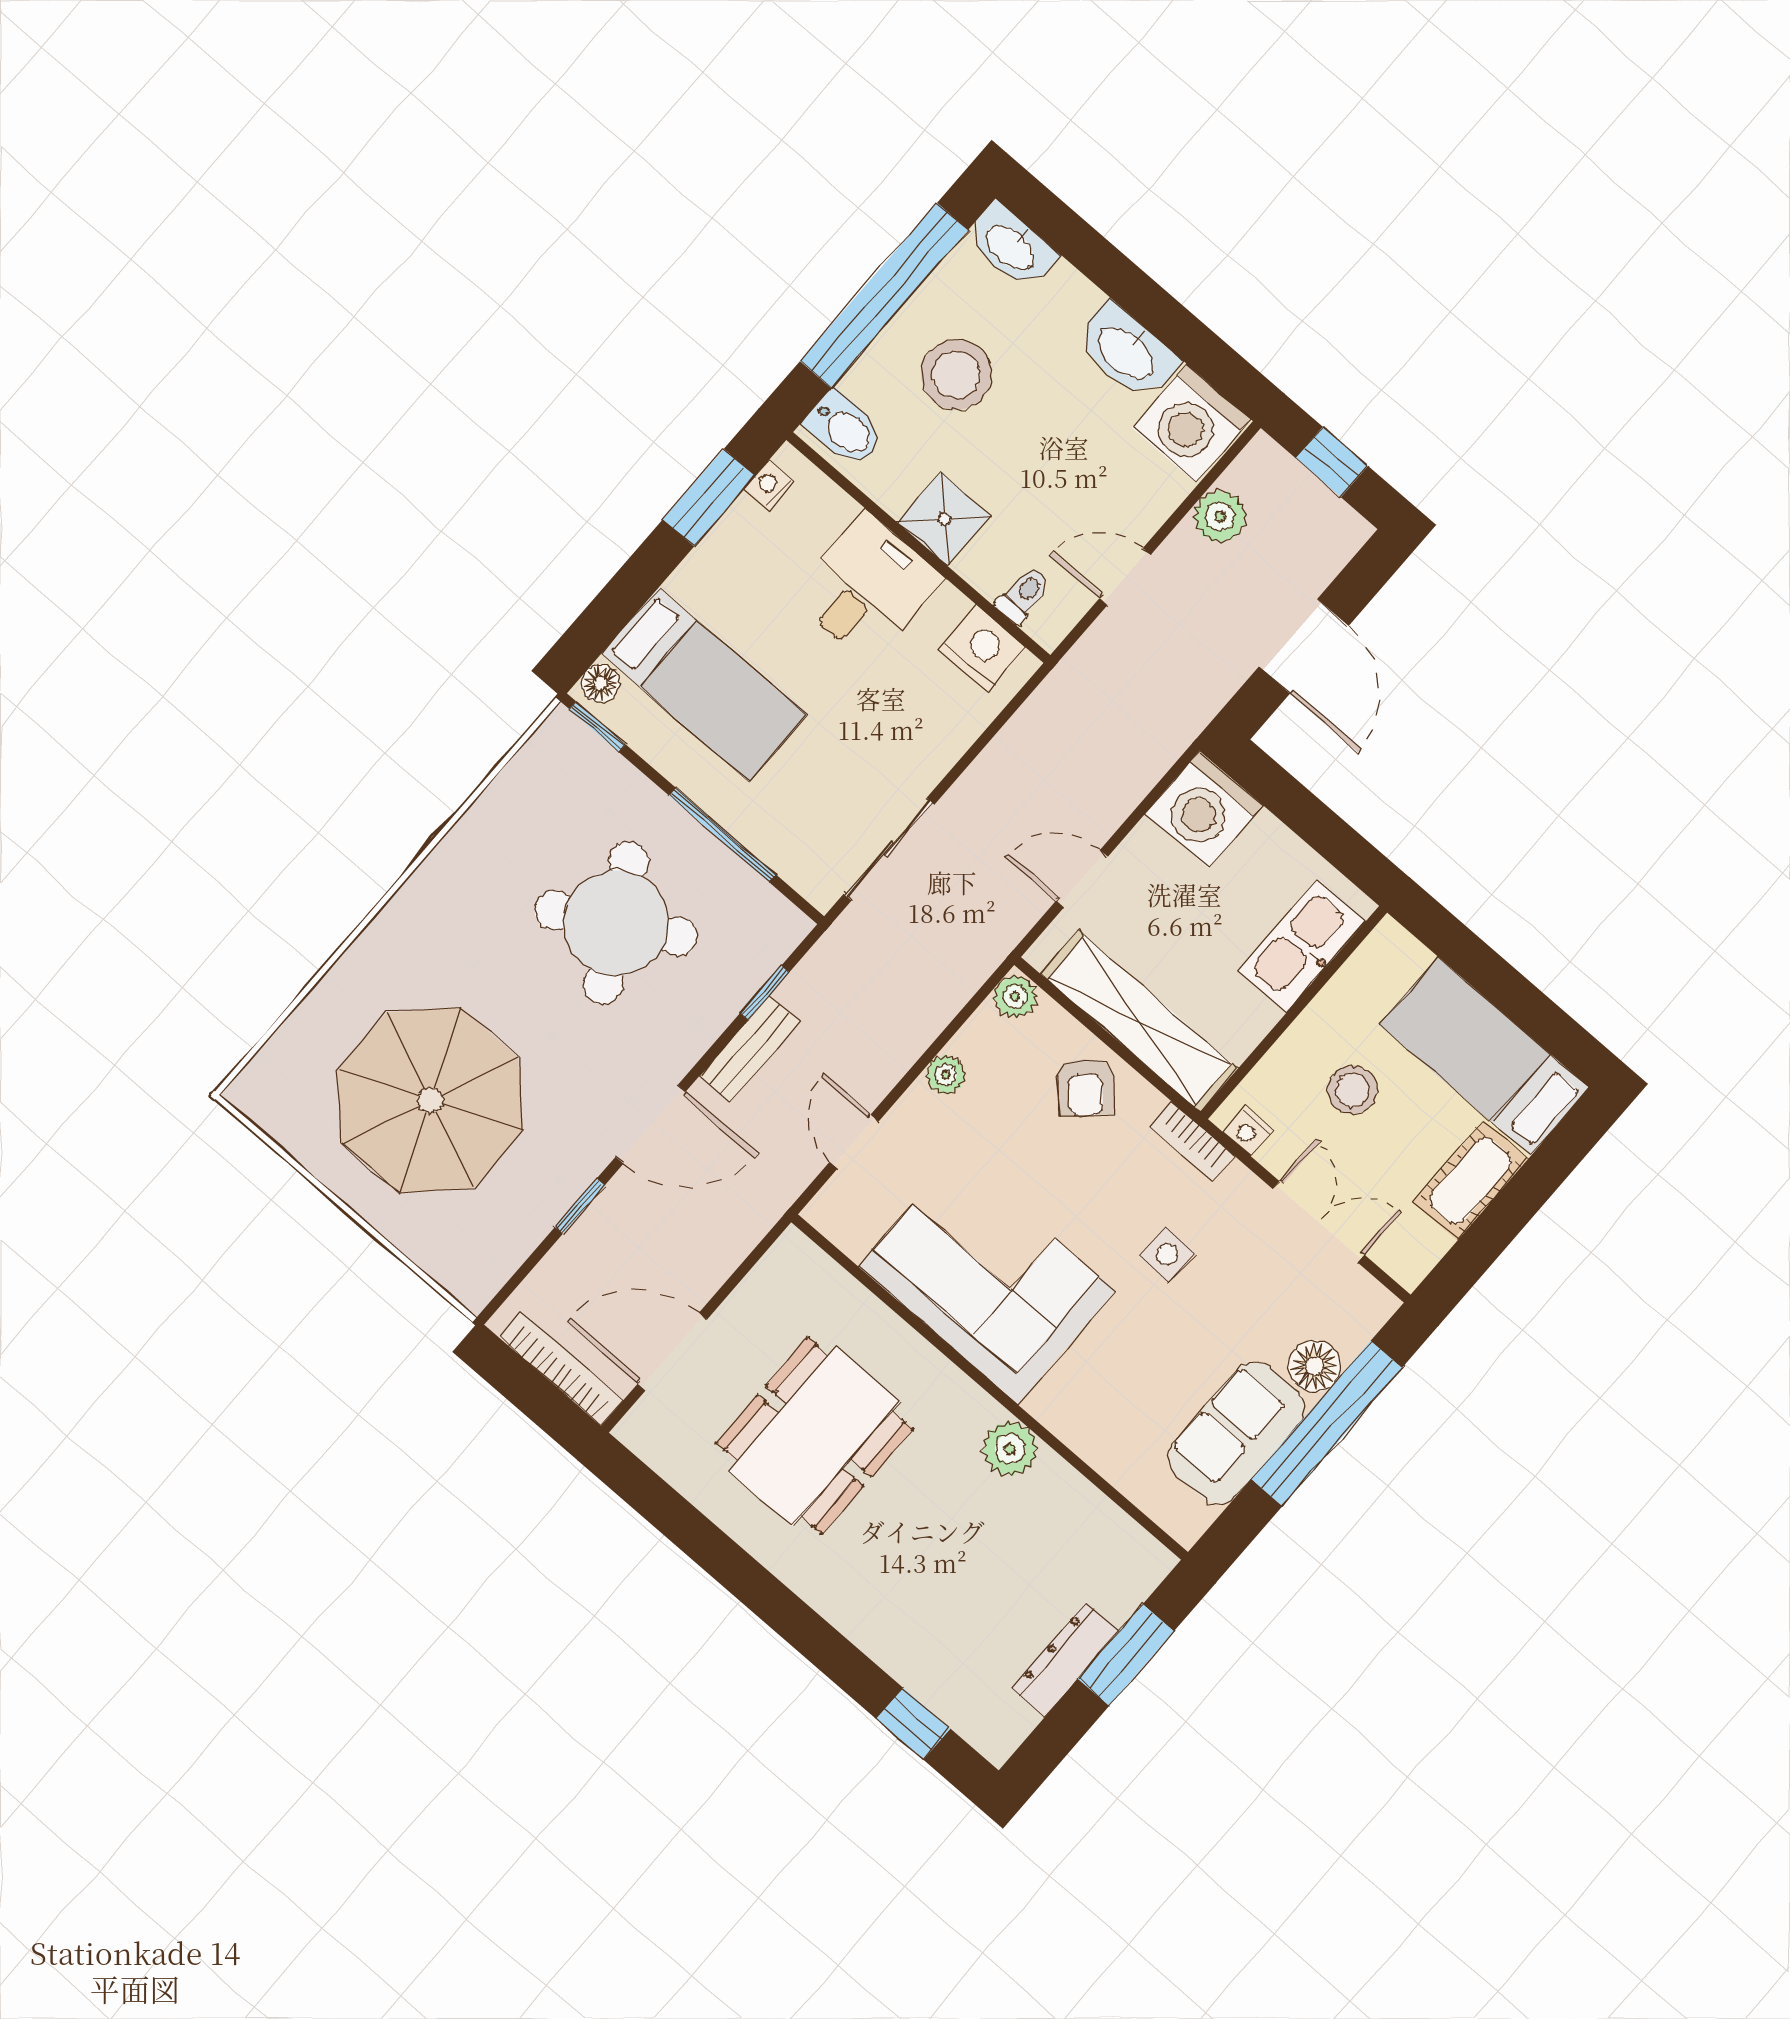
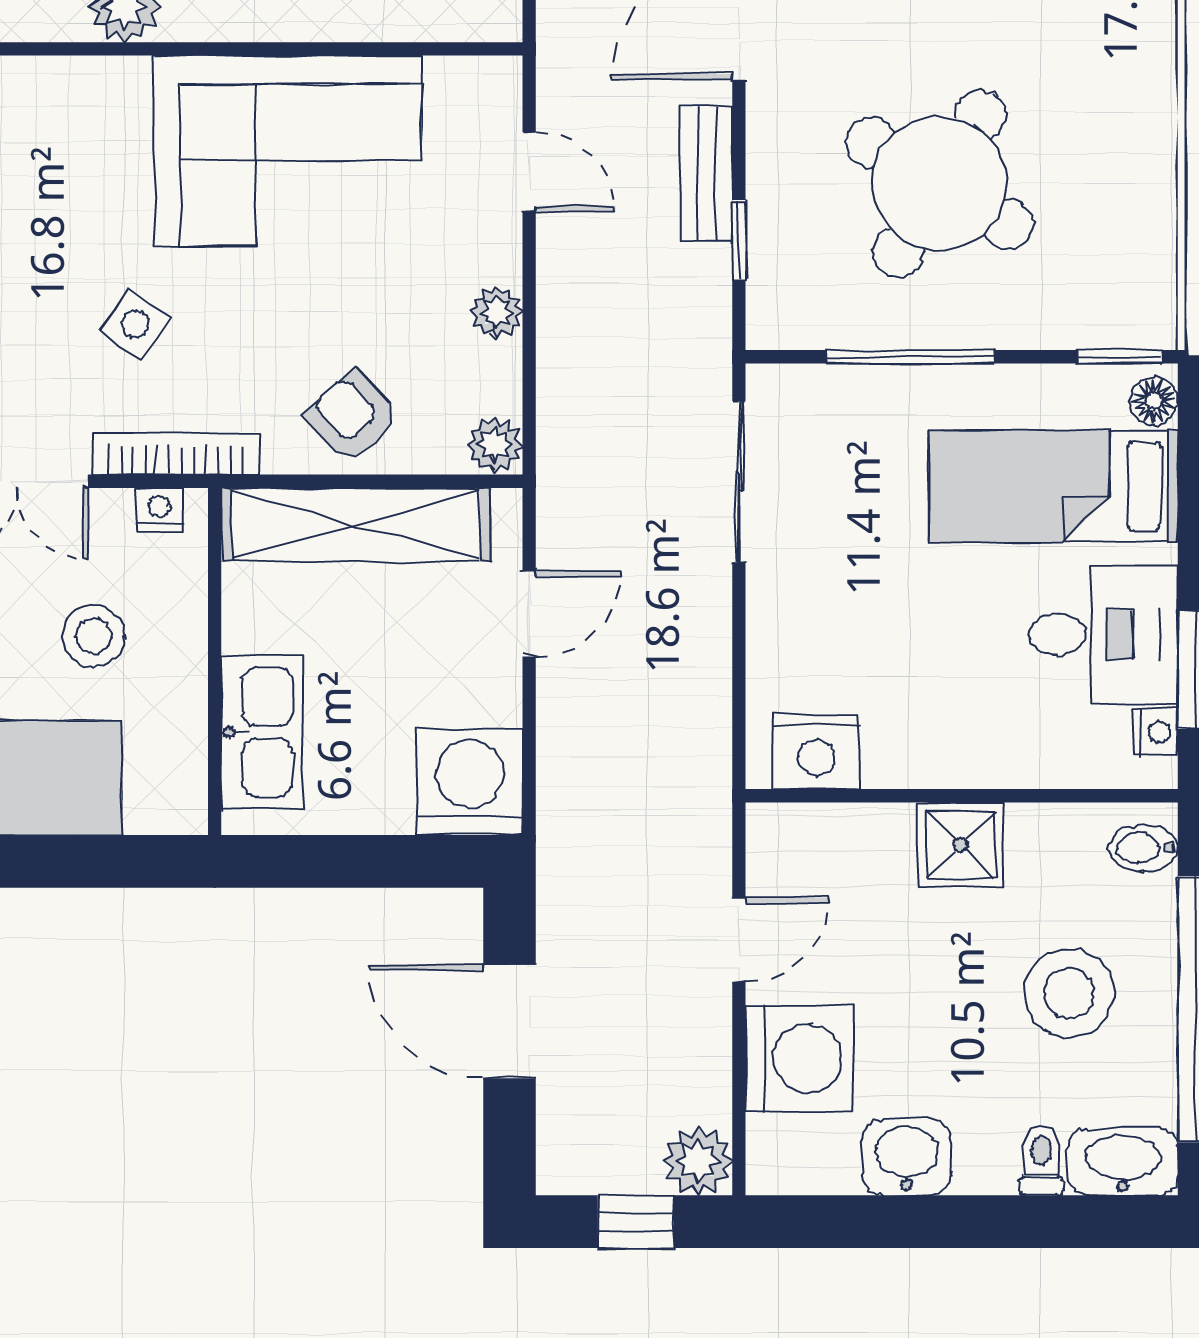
washbasin: (1127, 352) -> (907, 1157), width x0.72
washing machine: (1191, 423) -> (799, 1058), moved, turned 90
bidet: (845, 429) -> (1143, 848), width x0.72, depth x0.74
plant: (1220, 516) -> (698, 1161), moved
desk: (867, 588) -> (1103, 634), moved, turned -90
toilet: (1024, 595) -> (1041, 1160), moved, turned 180
round table: (616, 923) -> (939, 184), turned -30
bookcase: (1192, 1141) -> (176, 454), width x1.56
side table: (1167, 1254) -> (135, 324), turned 35

